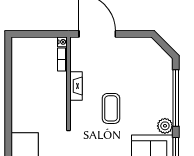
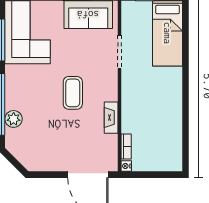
plant: (165, 126) -> (14, 119), moved

